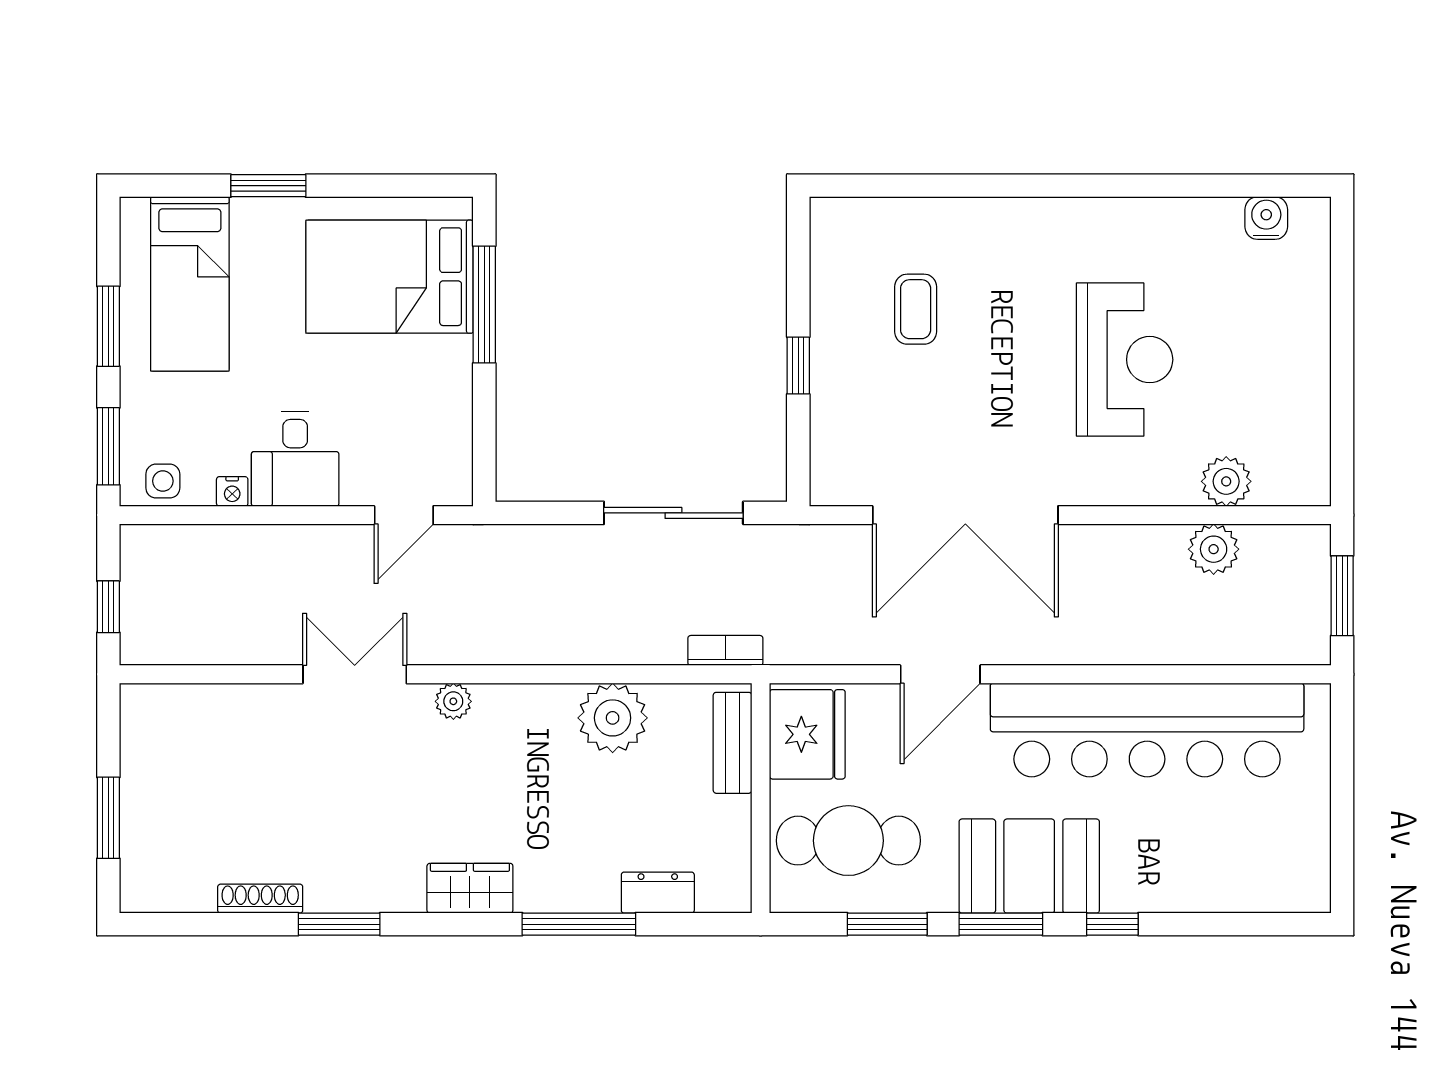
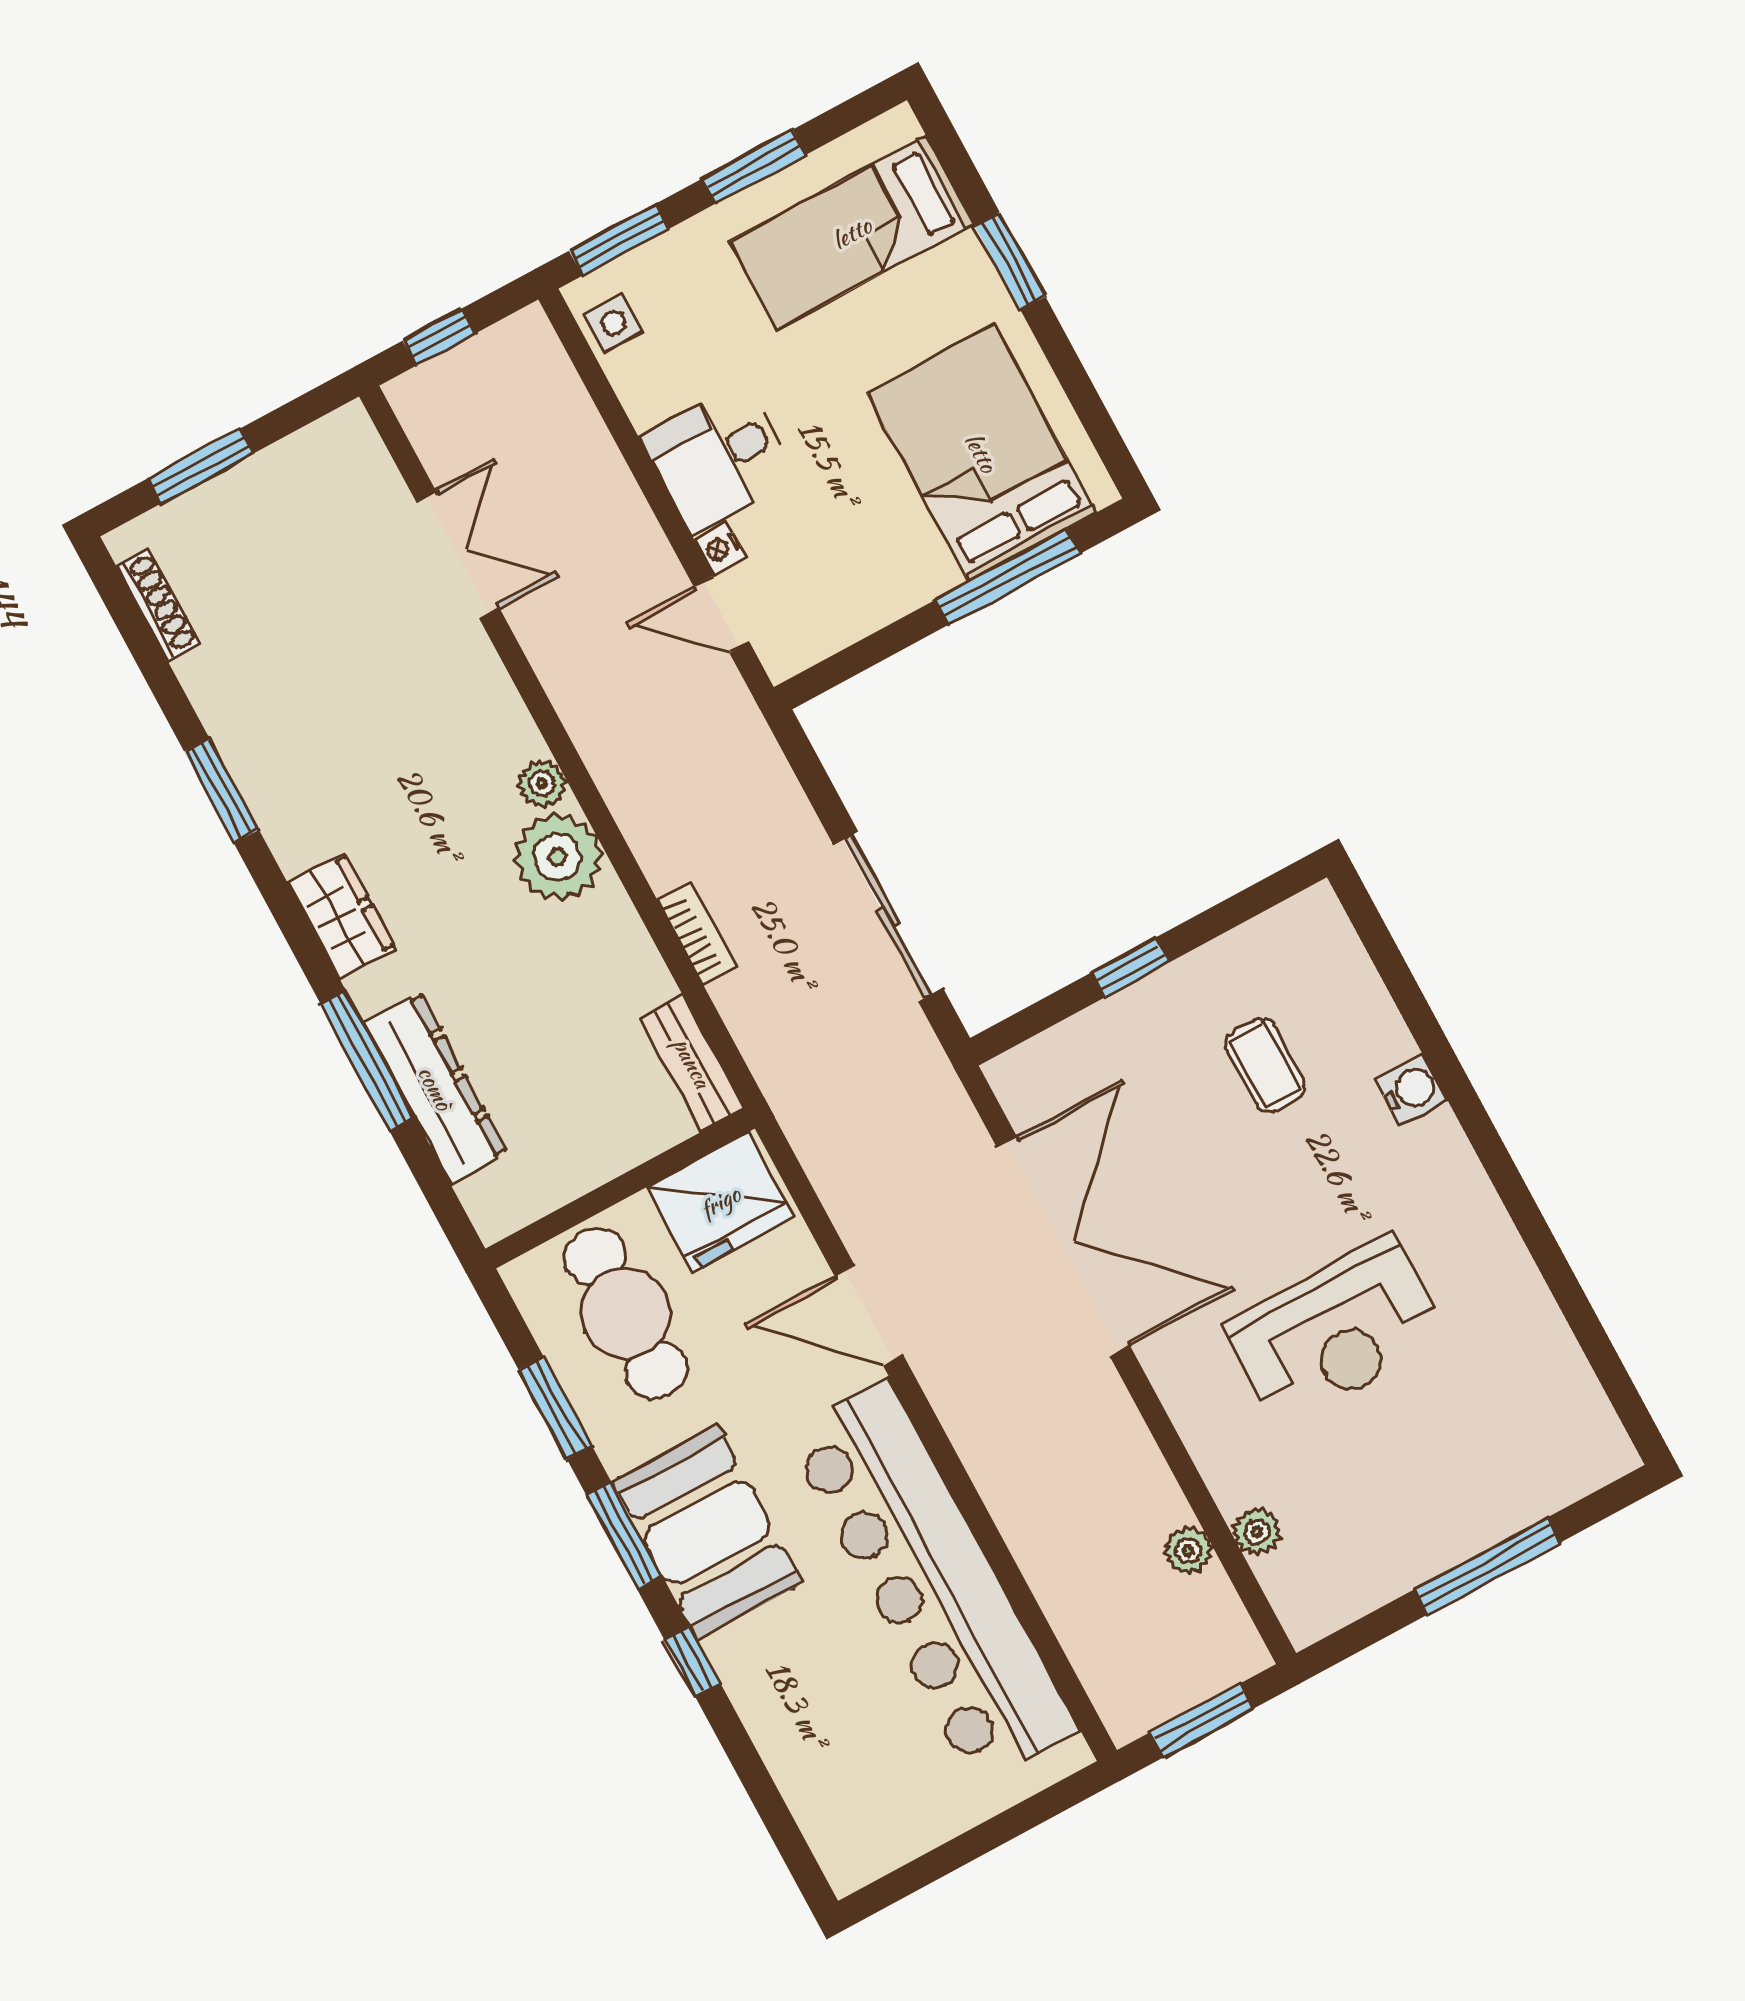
water cooler: (1266, 218) -> (1411, 1090), moved
coffee table: (916, 309) -> (1265, 1065), turned 90
window: (1342, 343) -> (1487, 1566), added
plant: (1226, 481) -> (1257, 1532), width x0.73, depth x0.73
nightstand: (232, 491) -> (720, 548), moved
double door: (965, 515) -> (1064, 1247), swing flipped
plant: (1214, 549) -> (1188, 1551), width x0.73, depth x0.73
bookcase: (725, 650) -> (697, 934), moved
double door: (355, 674) -> (457, 554), moved
plant: (613, 718) -> (558, 857), moved
bench: (733, 743) -> (692, 1063), moved, turned 90
dresser: (658, 893) -> (435, 1088), width x1.96, depth x1.24
shoe rack: (260, 899) -> (158, 605), moved

